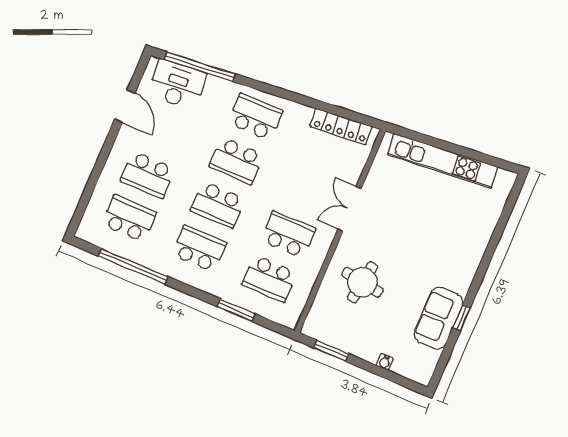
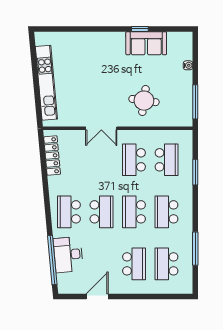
desk: (177, 85) -> (68, 255), moved
school desk: (218, 205) -> (134, 212), turned 180
window: (133, 266) -> (195, 249), width x0.68
window: (331, 351) -> (195, 102), width x1.44

